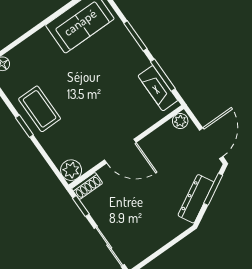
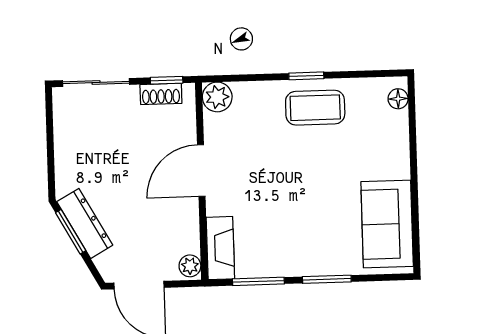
fireplace: (158, 88) -> (220, 248), moved, turned 90
shoe rack: (87, 186) -> (161, 94), moved, turned -90
window: (213, 189) -> (71, 232), moved

